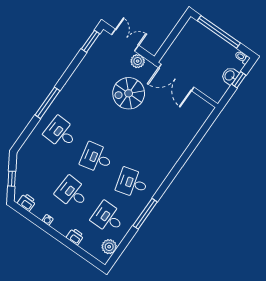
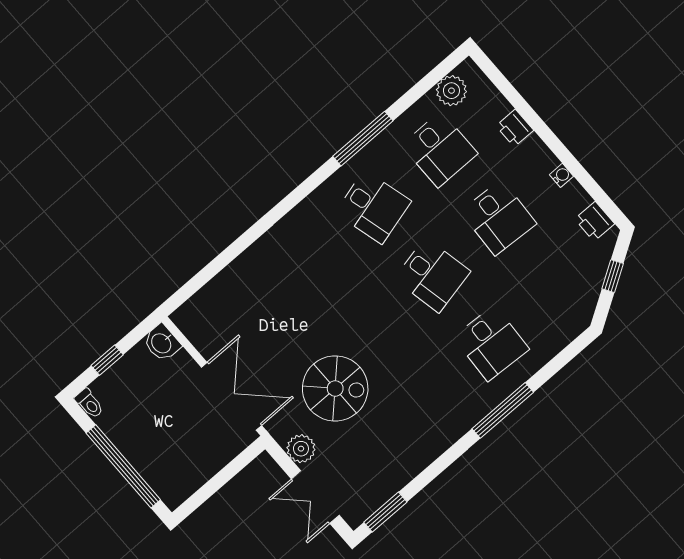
washbasin: (230, 76) -> (162, 343), moved, turned 90

